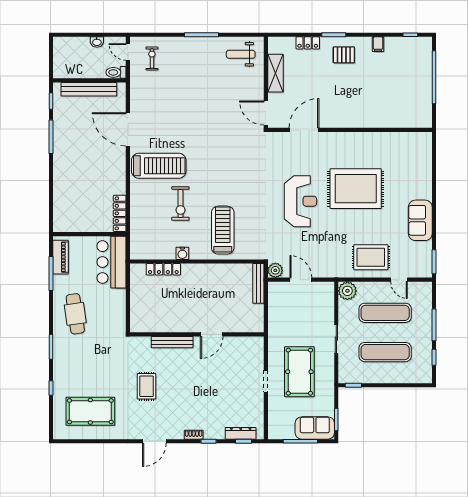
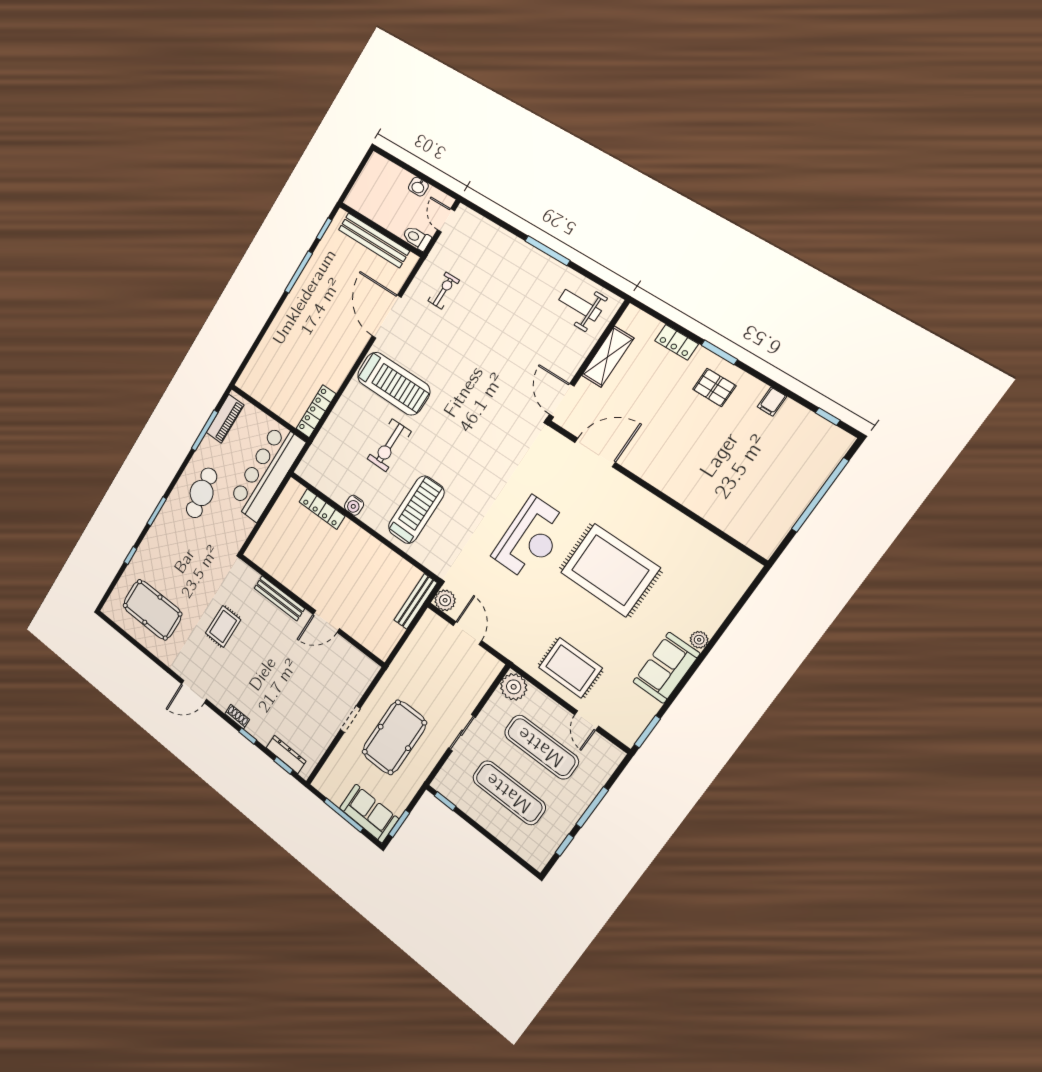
exercise bike: (152, 59) -> (444, 291), moved
plant: (426, 193) -> (699, 640), added
bar counter: (111, 262) -> (266, 472), width x1.36

